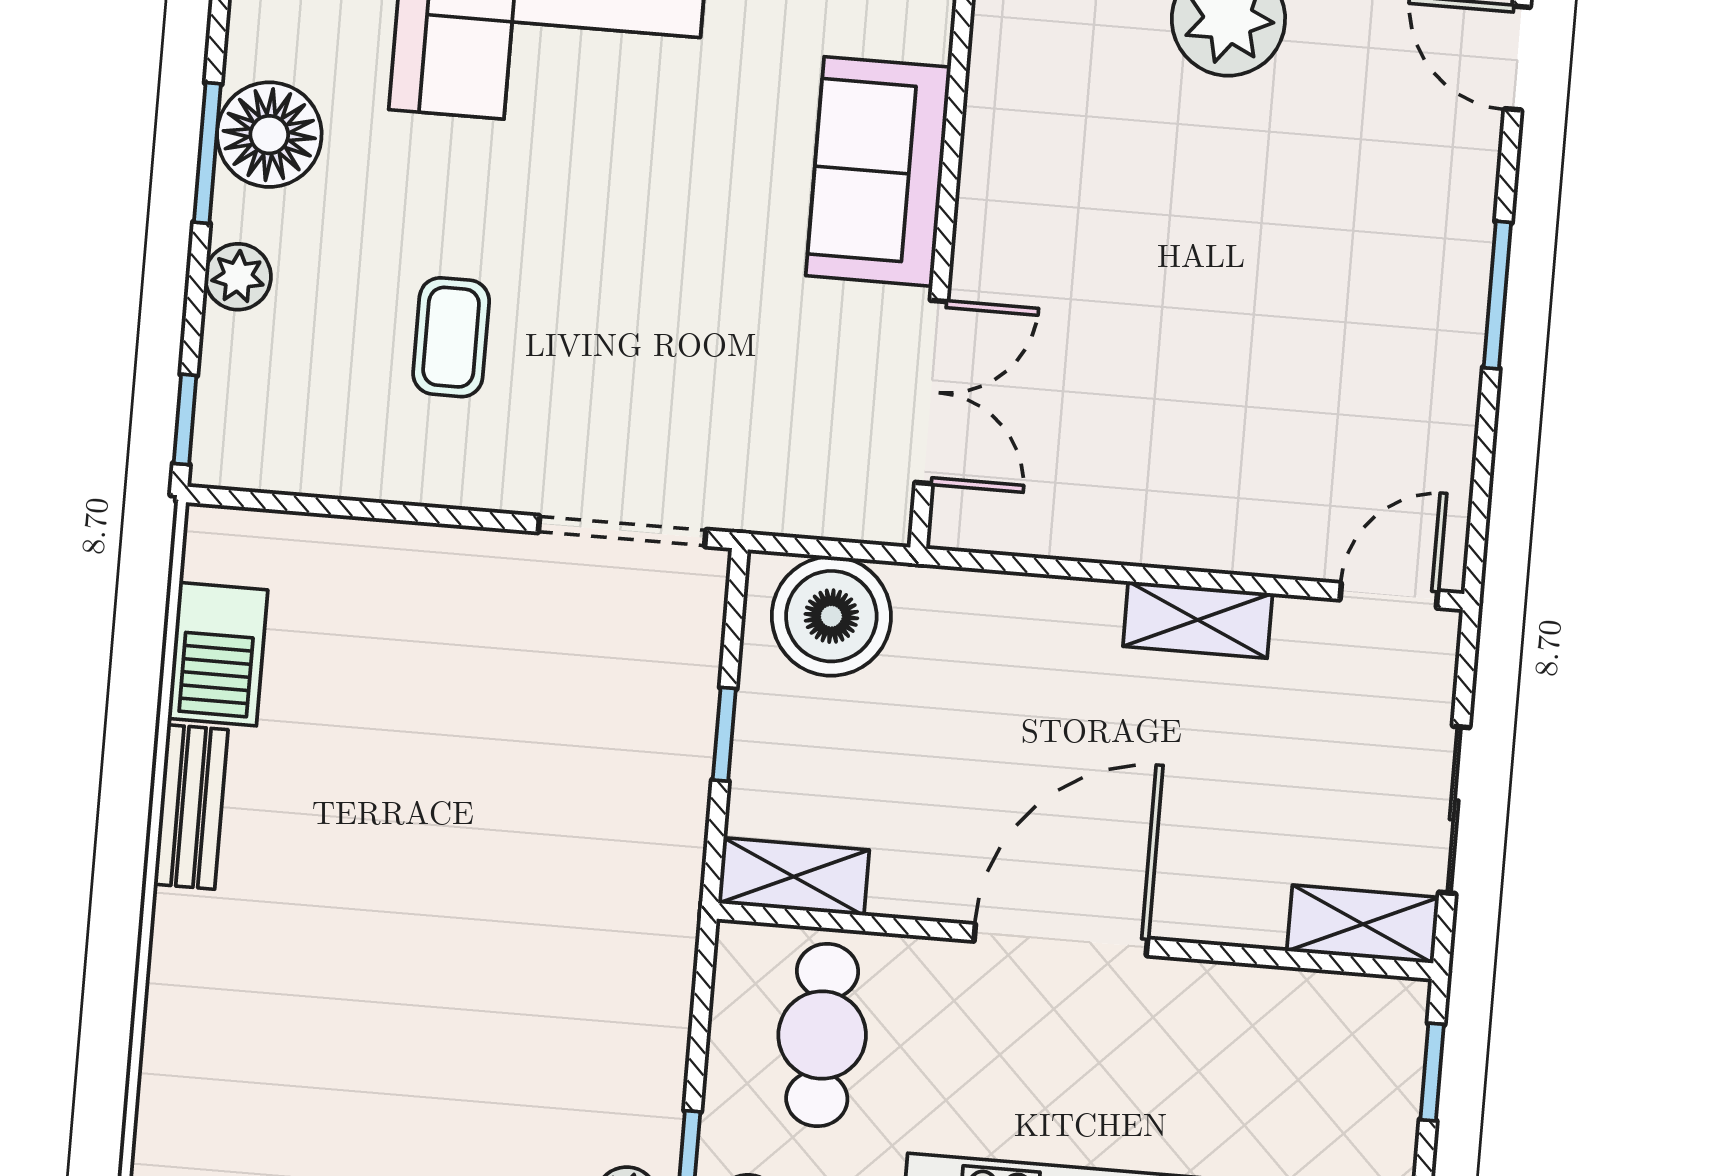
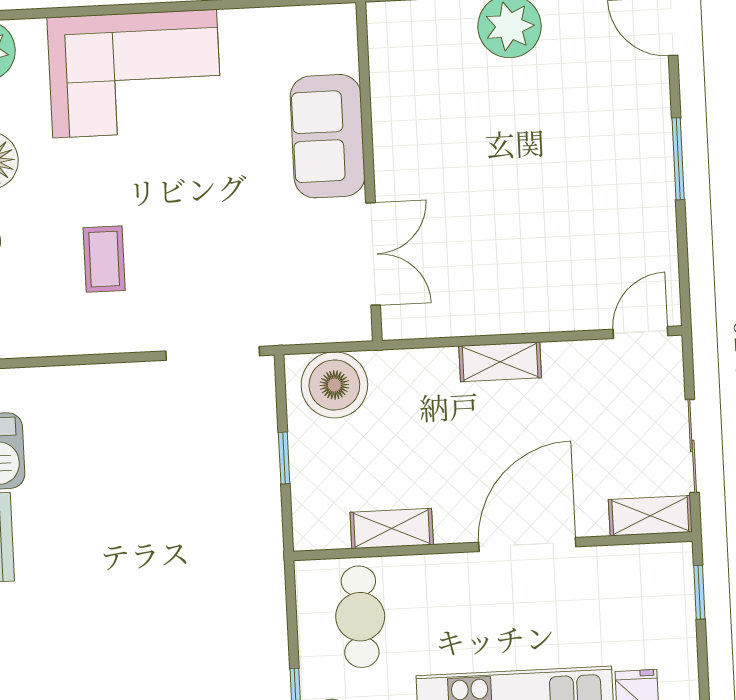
shelving: (1198, 620) -> (500, 362), moved
shelving: (794, 877) -> (392, 529), moved
door: (1061, 940) -> (527, 545), moved

